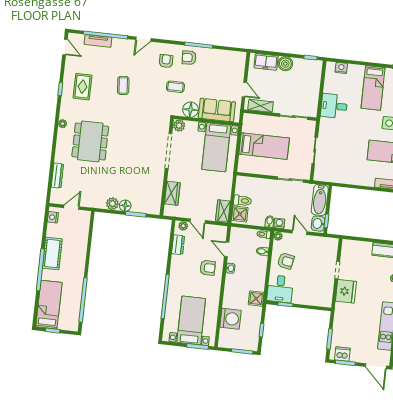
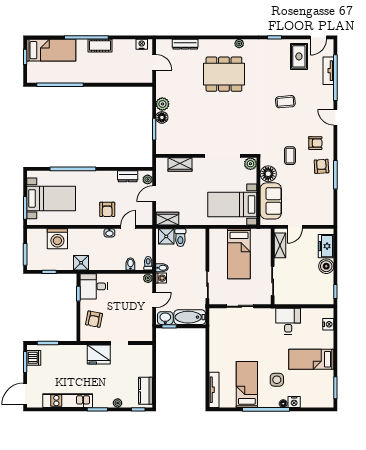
rug: (82, 87) -> (299, 56), moved, turned 90
cot: (52, 253) -> (100, 46), width x0.73, depth x0.75
armchair: (286, 261) -> (94, 319), moved

